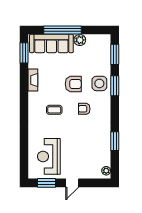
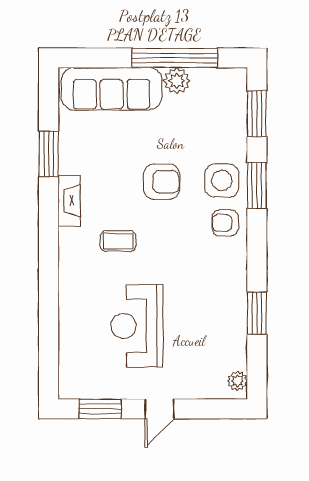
window: (63, 30) -> (175, 58), moved
window: (24, 53) -> (49, 154), moved
fireplace: (33, 80) -> (69, 201), moved
armchair: (84, 109) -> (225, 223), moved
reception desk: (49, 156) -> (137, 326), moved

